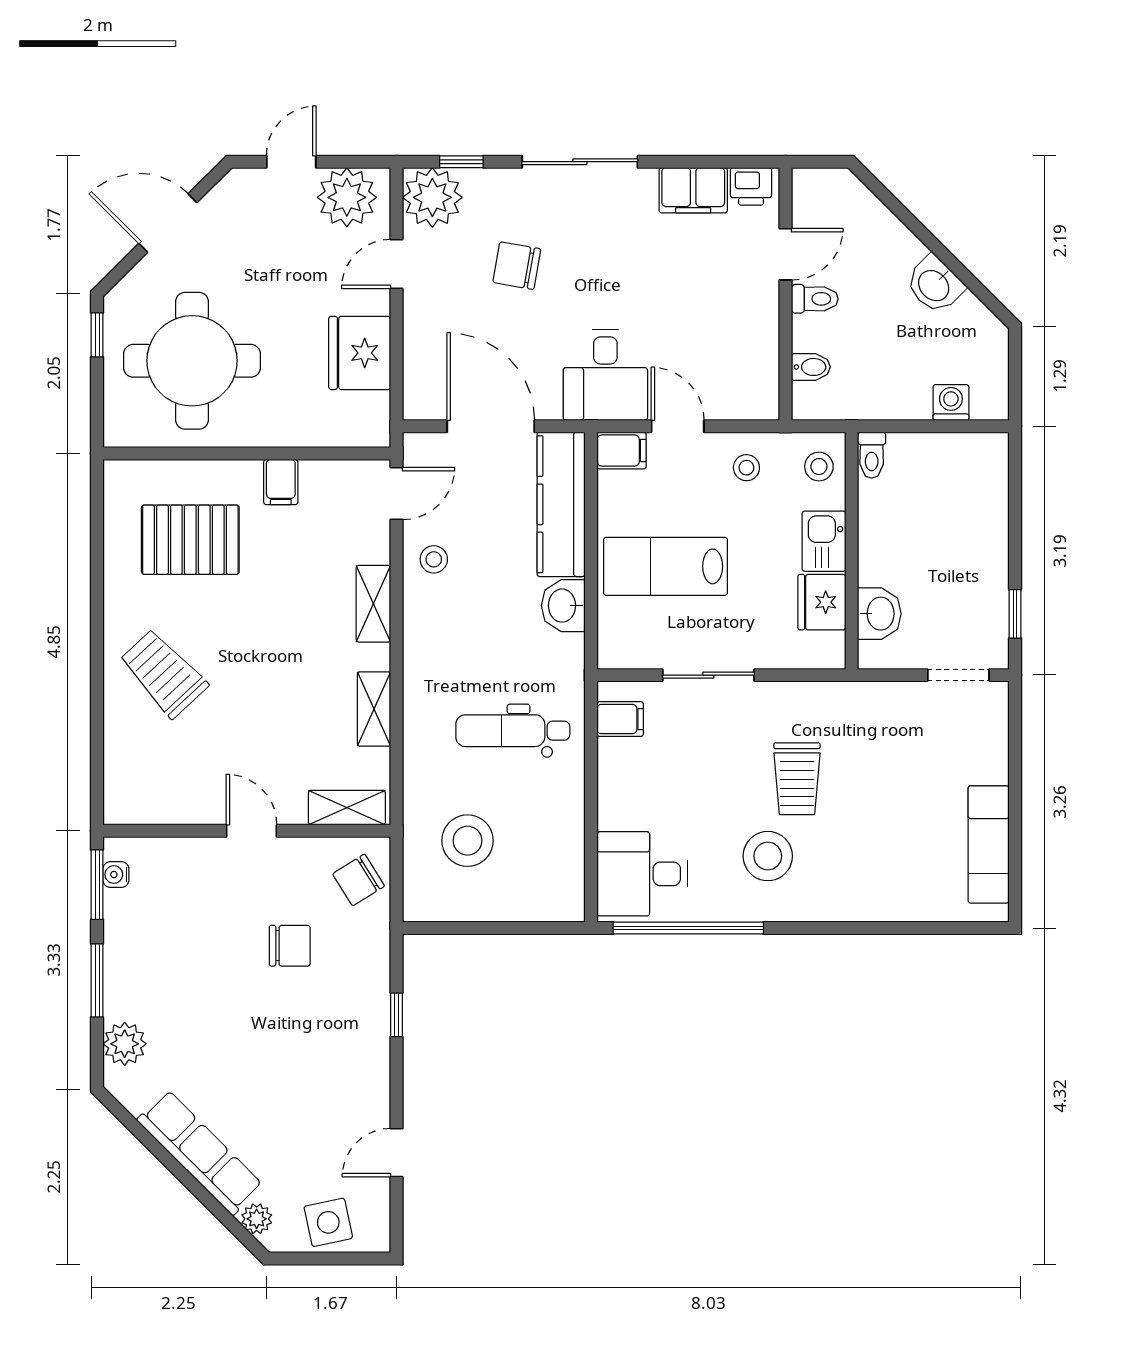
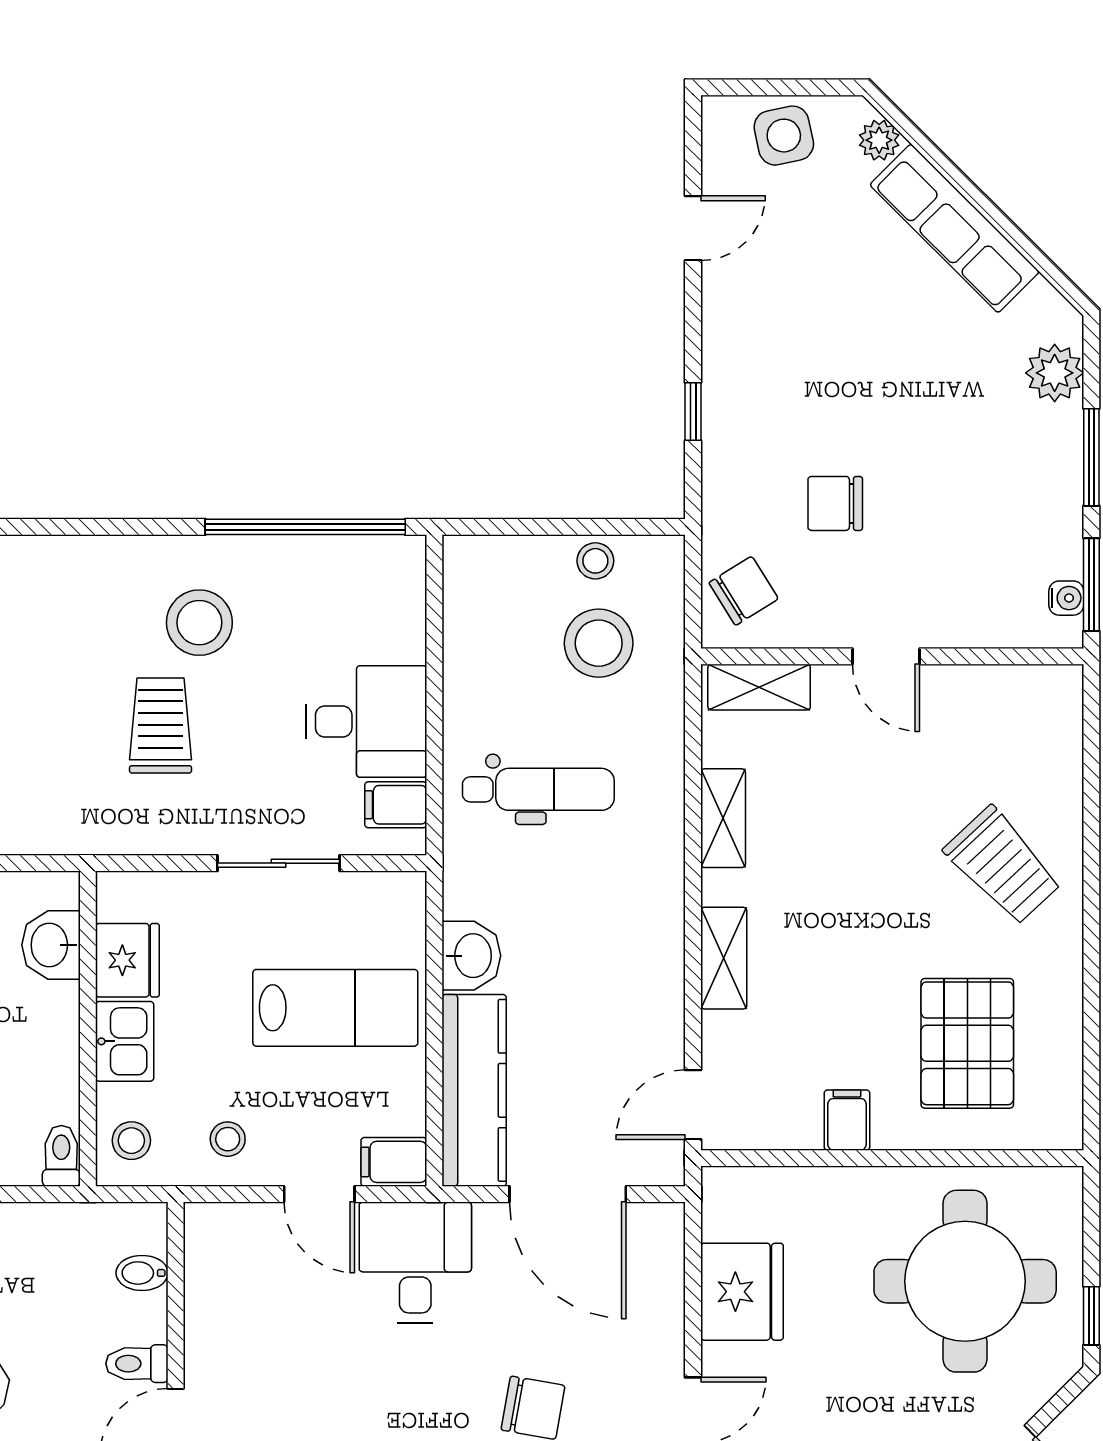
pallet: (190, 540) -> (967, 1043), turned 90
stool: (434, 559) -> (595, 561), moved
desk: (642, 874) -> (366, 721), moved

